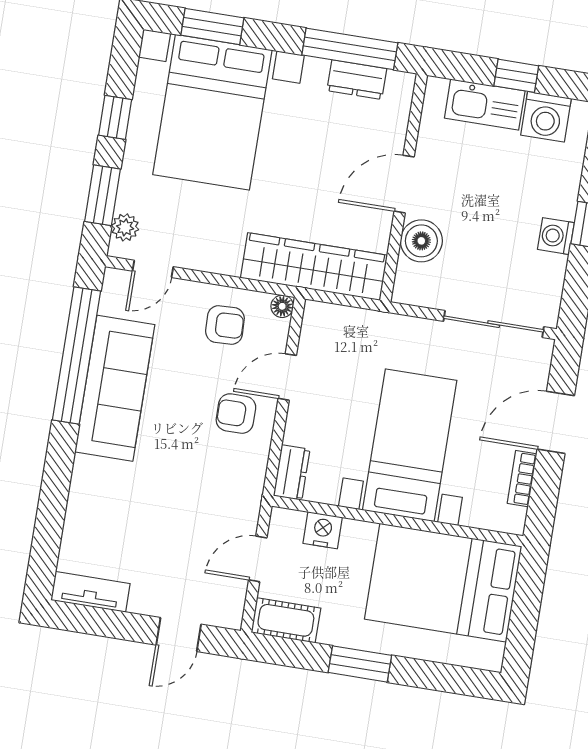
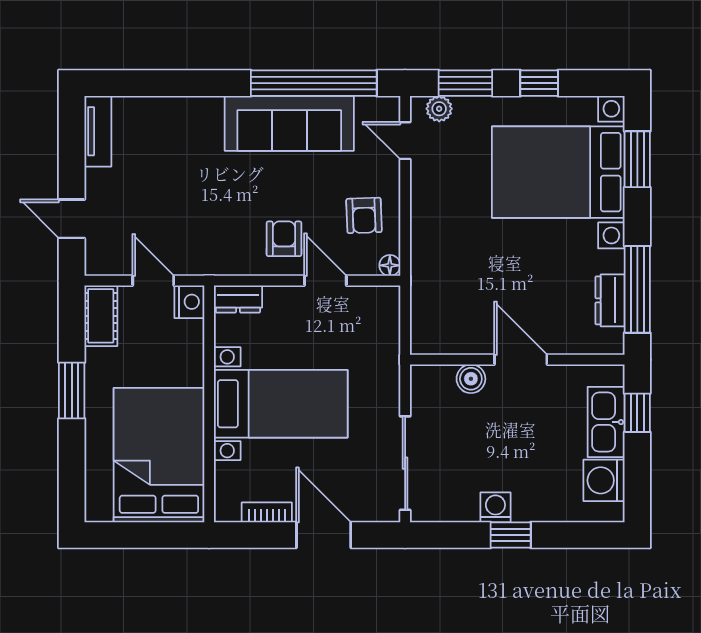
window: (516, 76) -> (637, 413), moved
boiler: (421, 241) -> (471, 379), width x0.73, depth x0.73
wardrobe: (314, 267) -> (431, 289), removed
nightstand: (323, 530) -> (189, 302), moved

